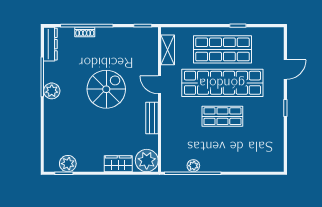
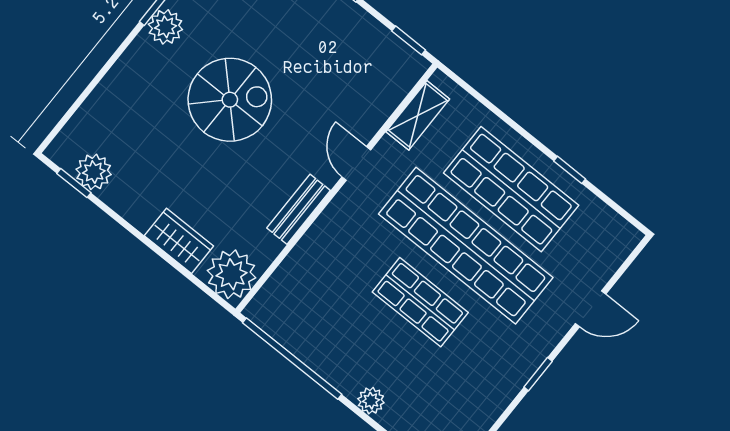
spiral stairs: (106, 89) -> (230, 100), moved
plant: (193, 166) -> (371, 401), moved

